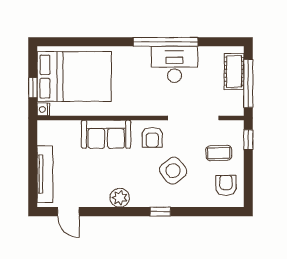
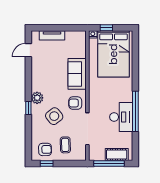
window: (248, 140) -> (47, 163), moved
tv unit: (45, 174) -> (52, 35), width x0.71
plant: (120, 198) -> (37, 98), moved

